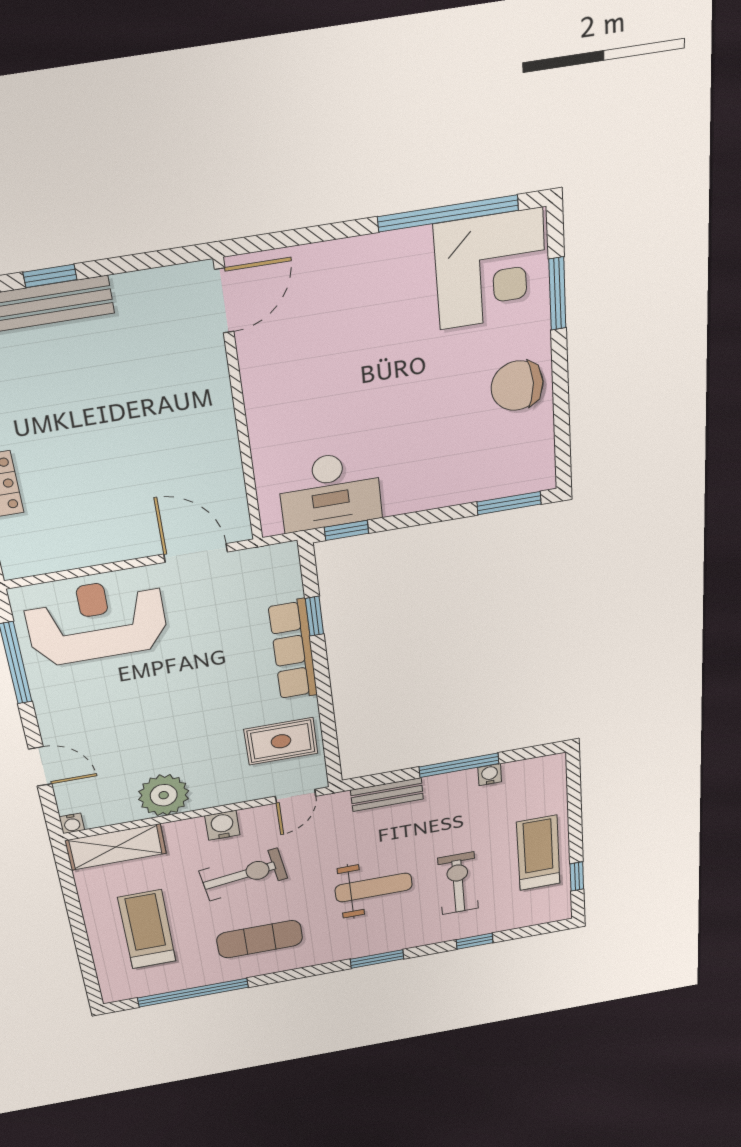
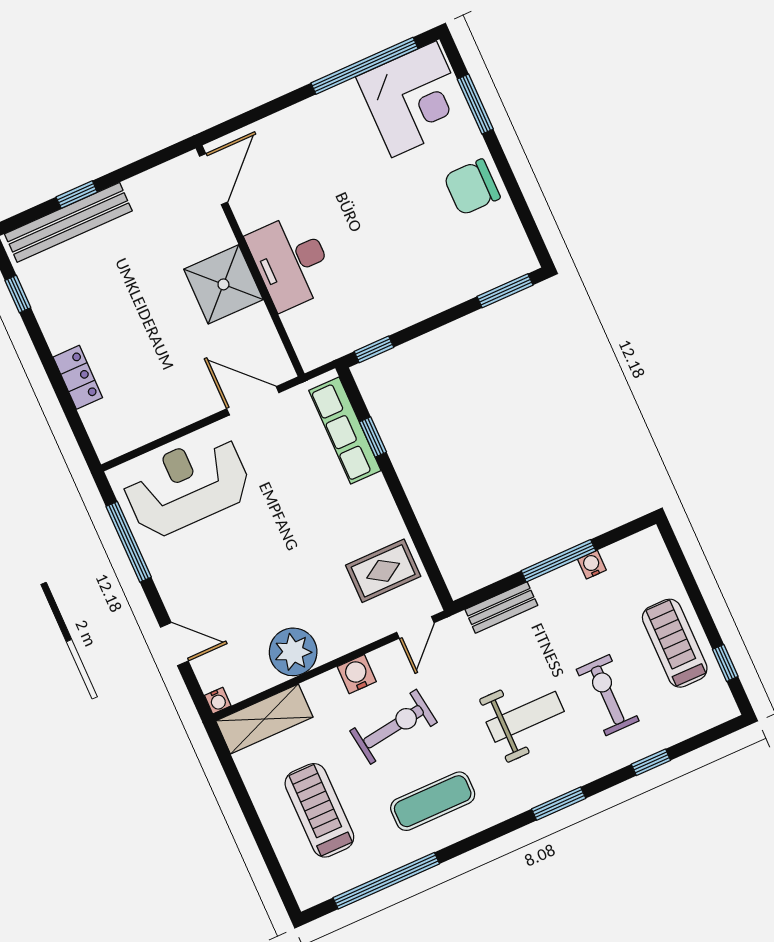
shower: (200, 423) -> (223, 284), added
desk: (330, 491) -> (291, 262), moved, turned 90
row of seats: (293, 650) -> (345, 431), moved

